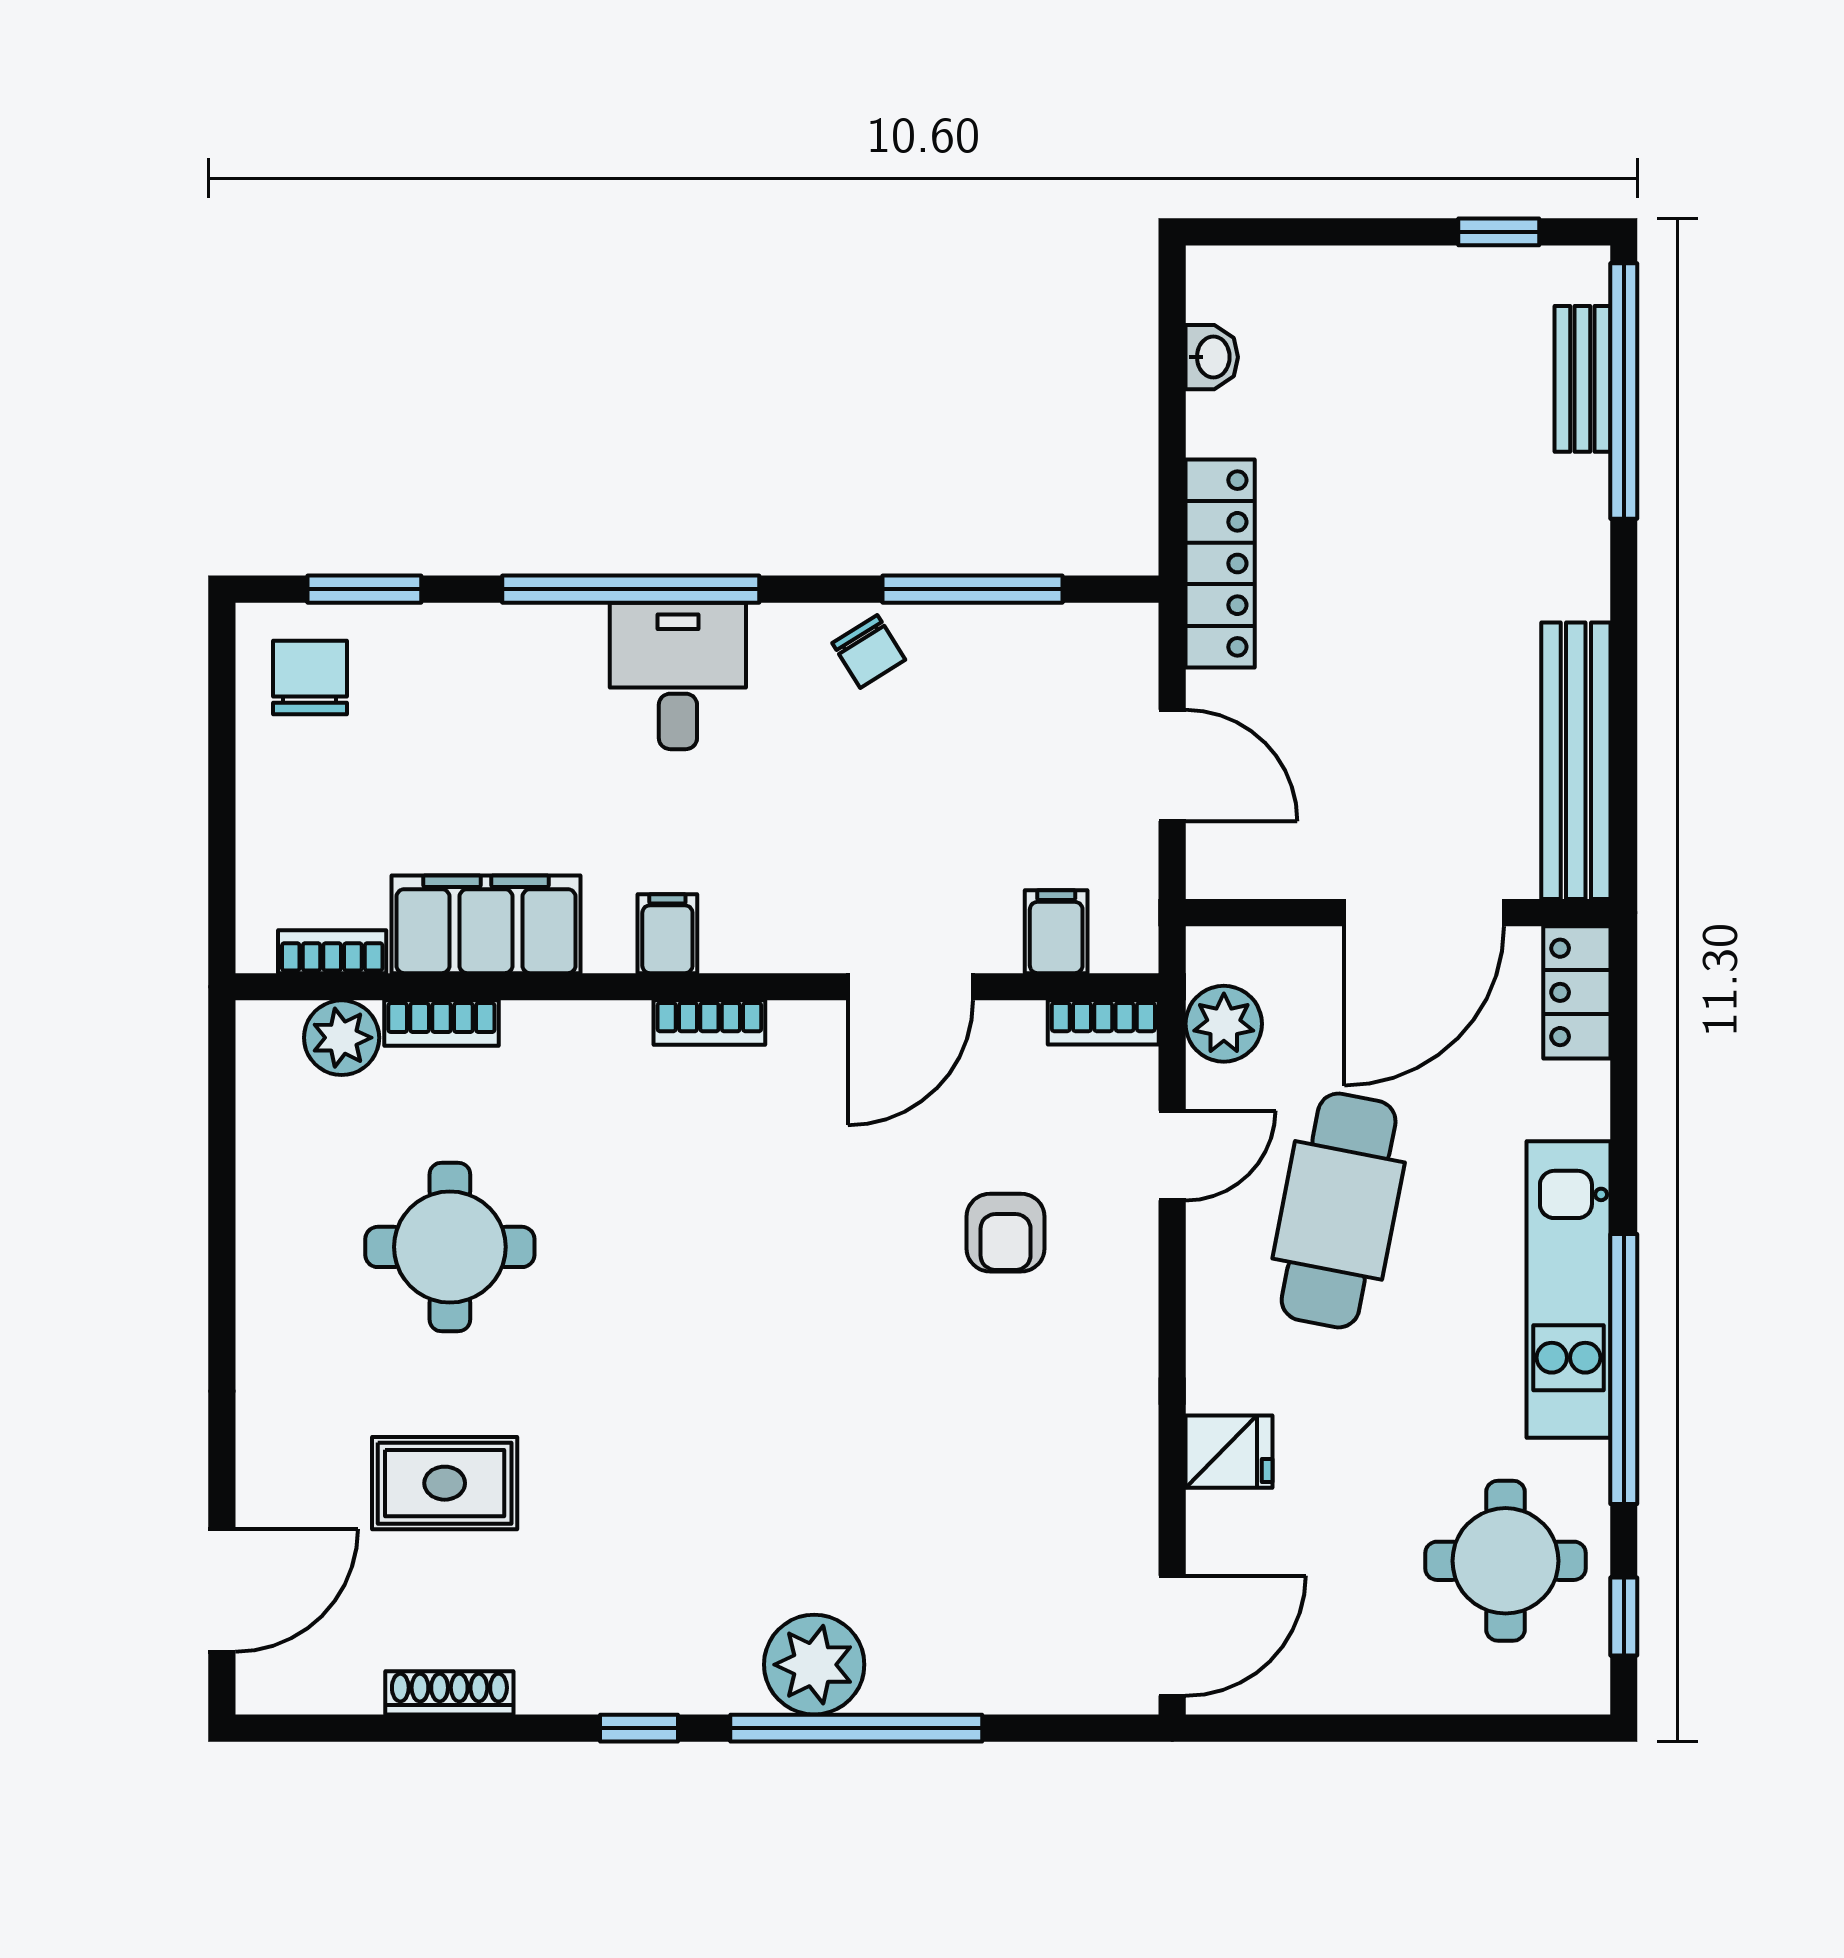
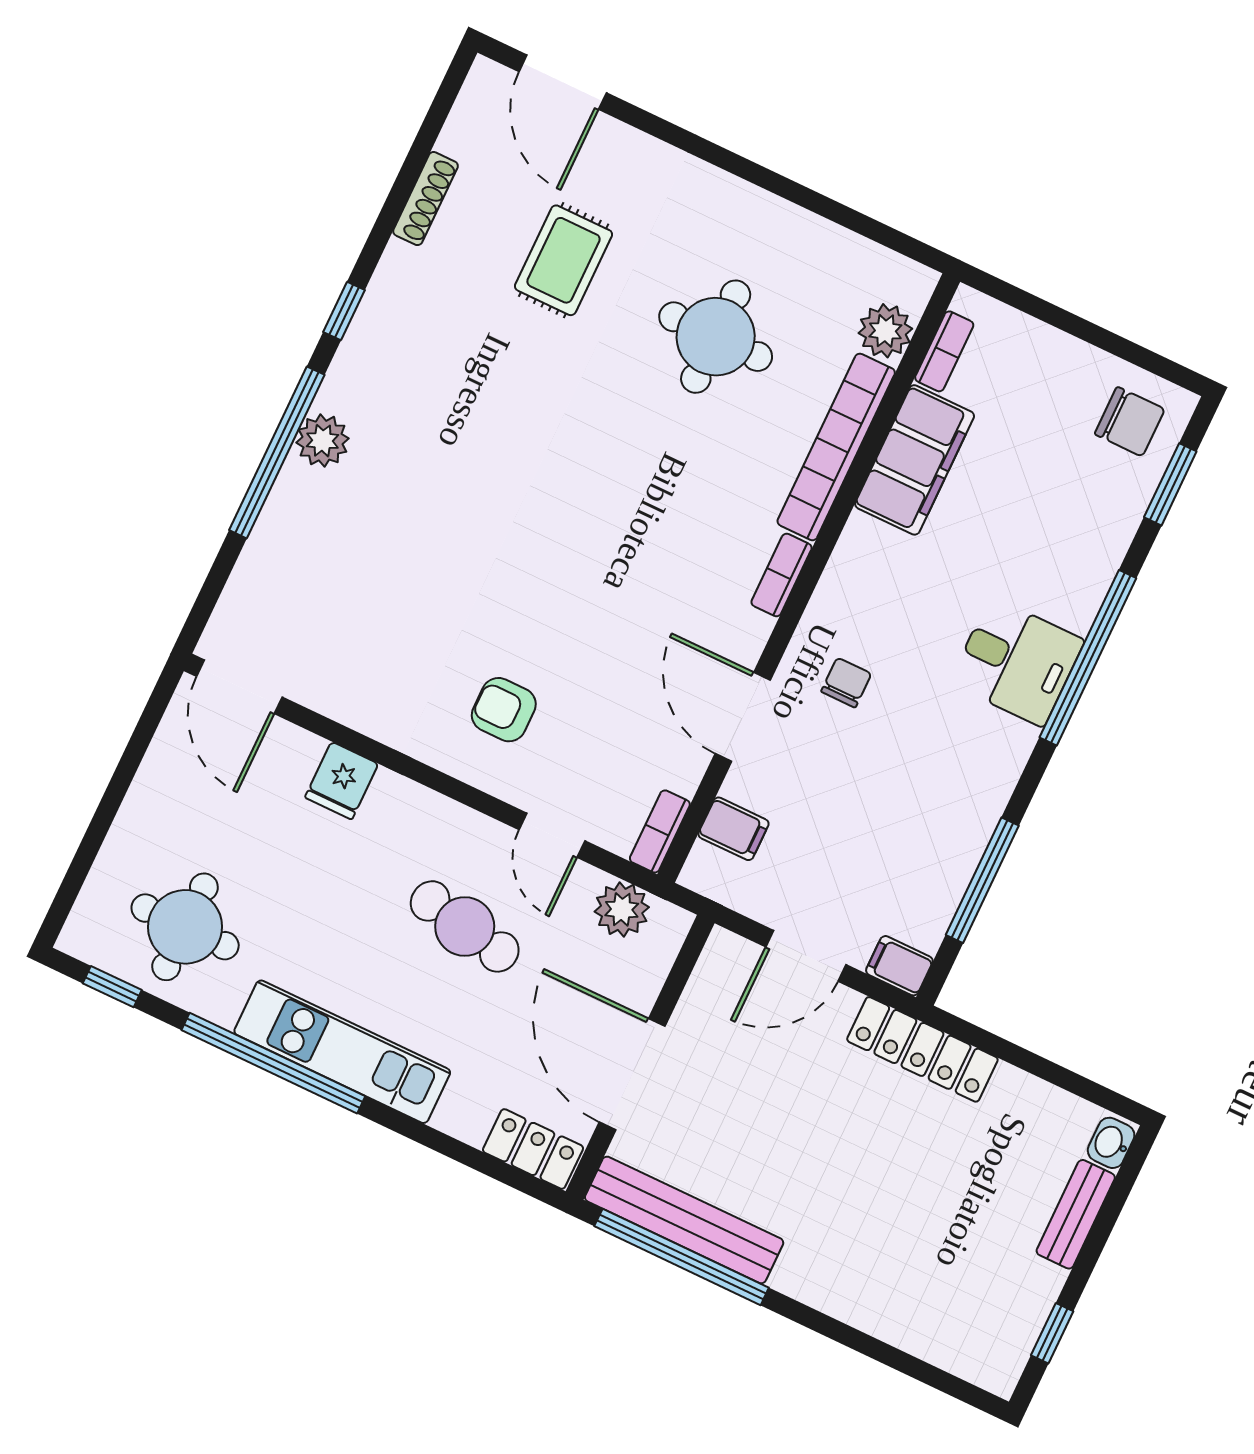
washbasin: (1212, 357) -> (1111, 1143), moved, turned 90
bench: (1582, 379) -> (1076, 1214), moved, turned 90
window: (1624, 391) -> (682, 1257), moved
chair: (869, 651) -> (846, 683), moved, turned 122
filing cabinet: (667, 934) -> (899, 966), moved, turned 180
bookcase: (441, 1023) -> (836, 447), width x2.31, depth x1.31
cafe table: (1339, 1210) -> (465, 926), width x0.73, depth x0.74
armchair: (1006, 1233) -> (504, 710), moved
plant: (814, 1665) -> (322, 441), width x0.73, depth x0.73

